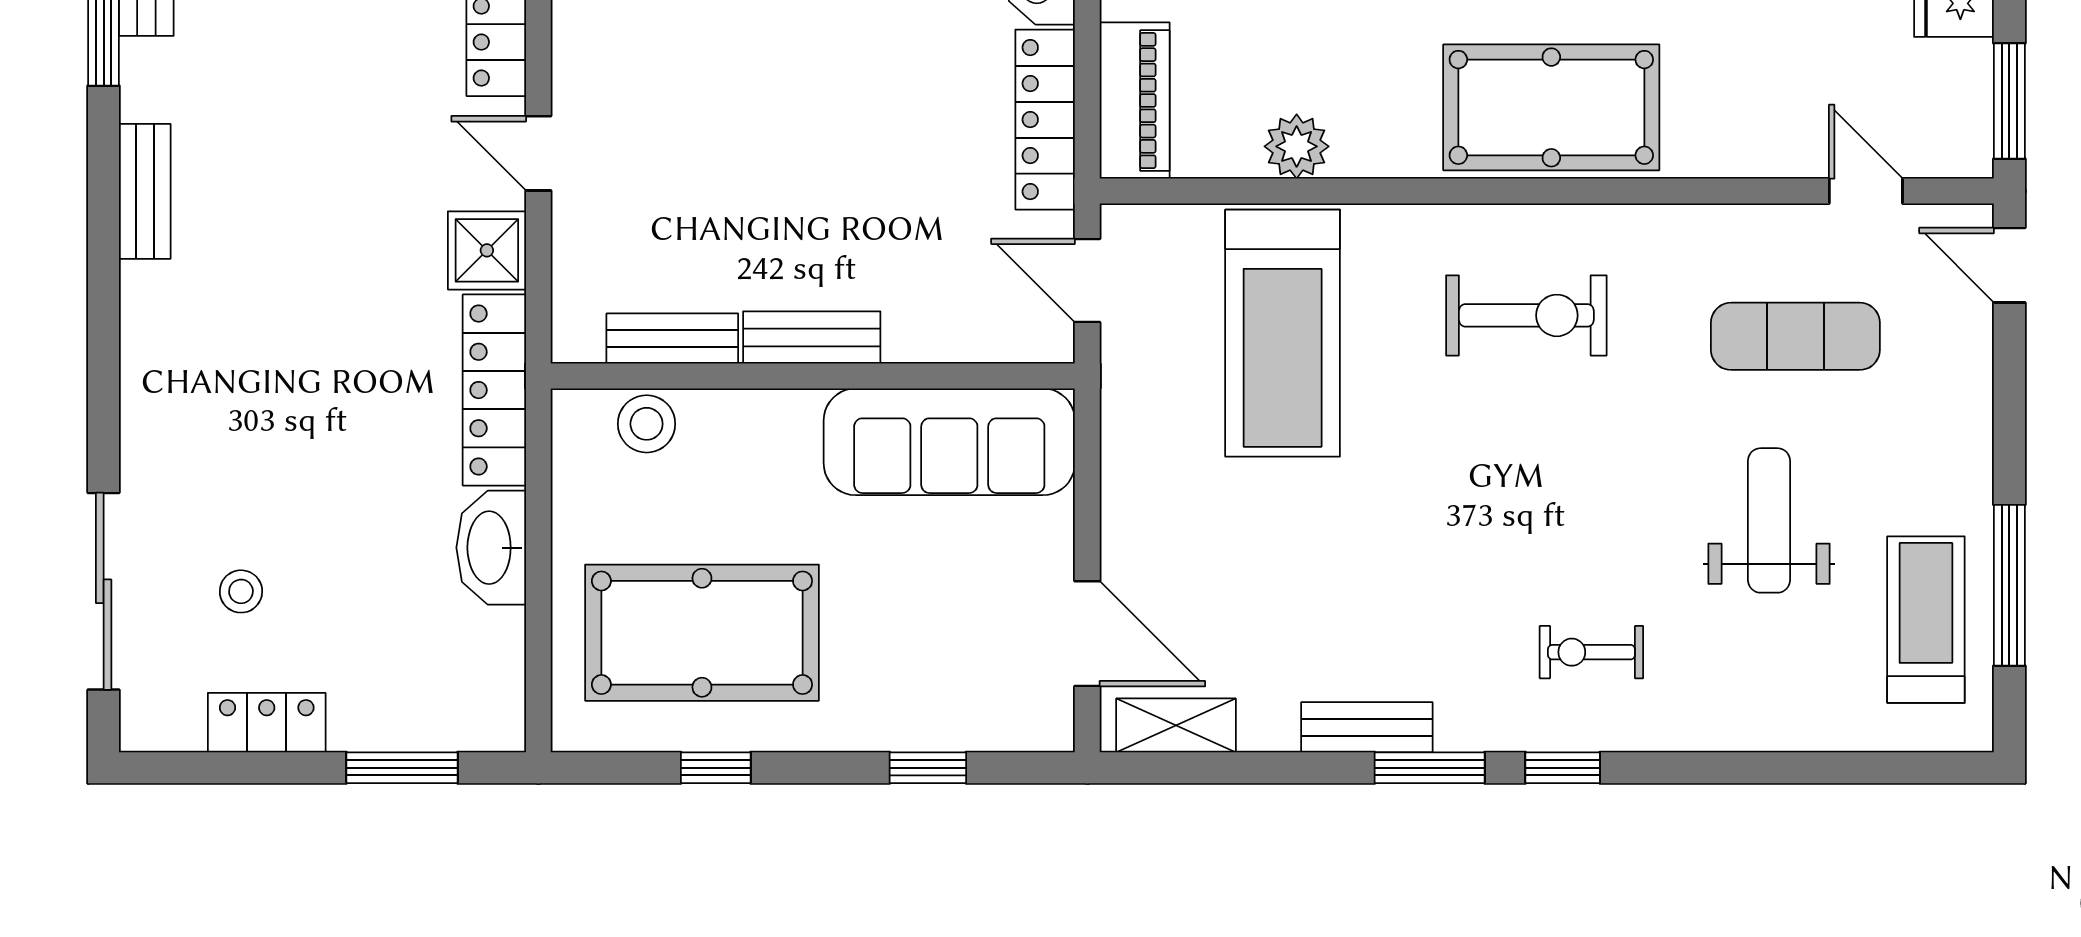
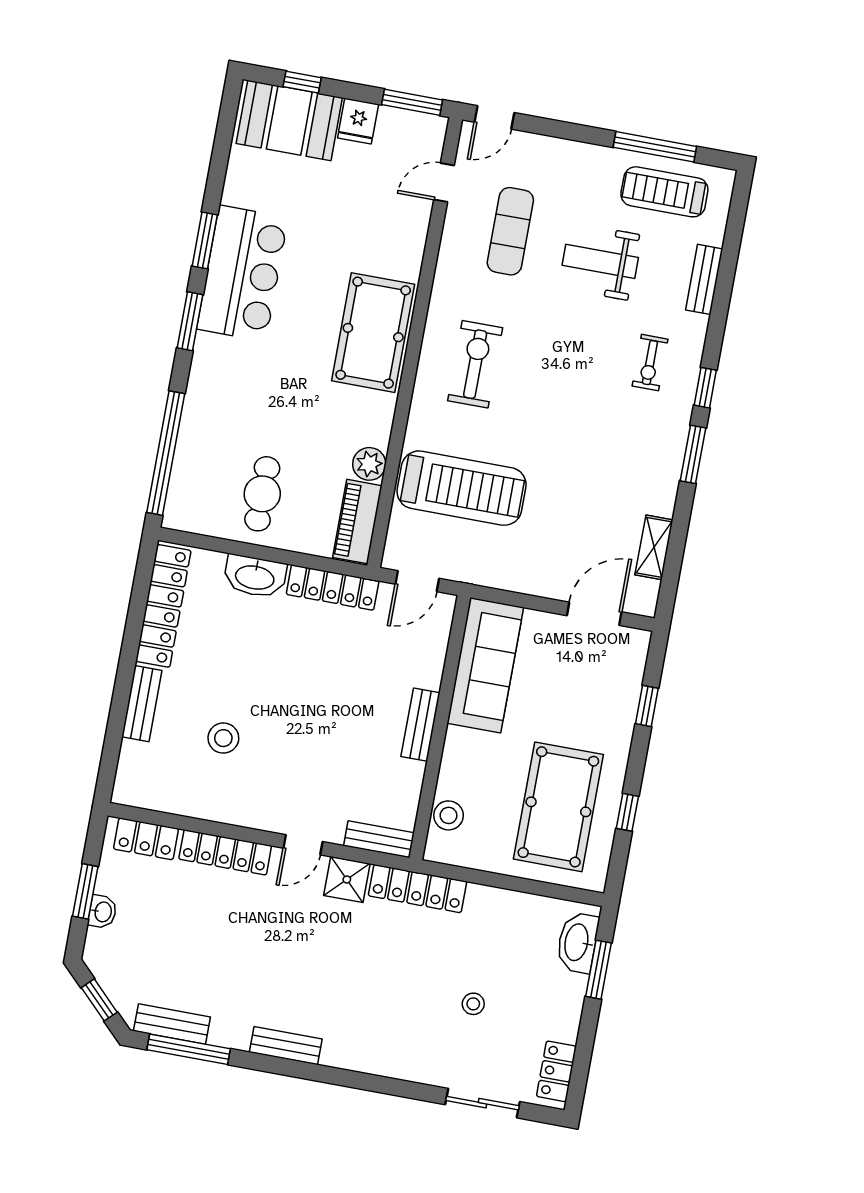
piano: (1135, 101) -> (357, 522), moved, turned -90
bench: (672, 339) -> (379, 839), moved, turned 90
washbasin: (491, 548) -> (577, 942), moved, turned 90
sliding door: (104, 591) -> (482, 1103), width x0.73
stool: (241, 591) -> (473, 1004), moved
locker: (267, 723) -> (556, 1071), moved
shelving: (1176, 725) -> (654, 547), moved
bench: (1367, 727) -> (704, 279), moved

